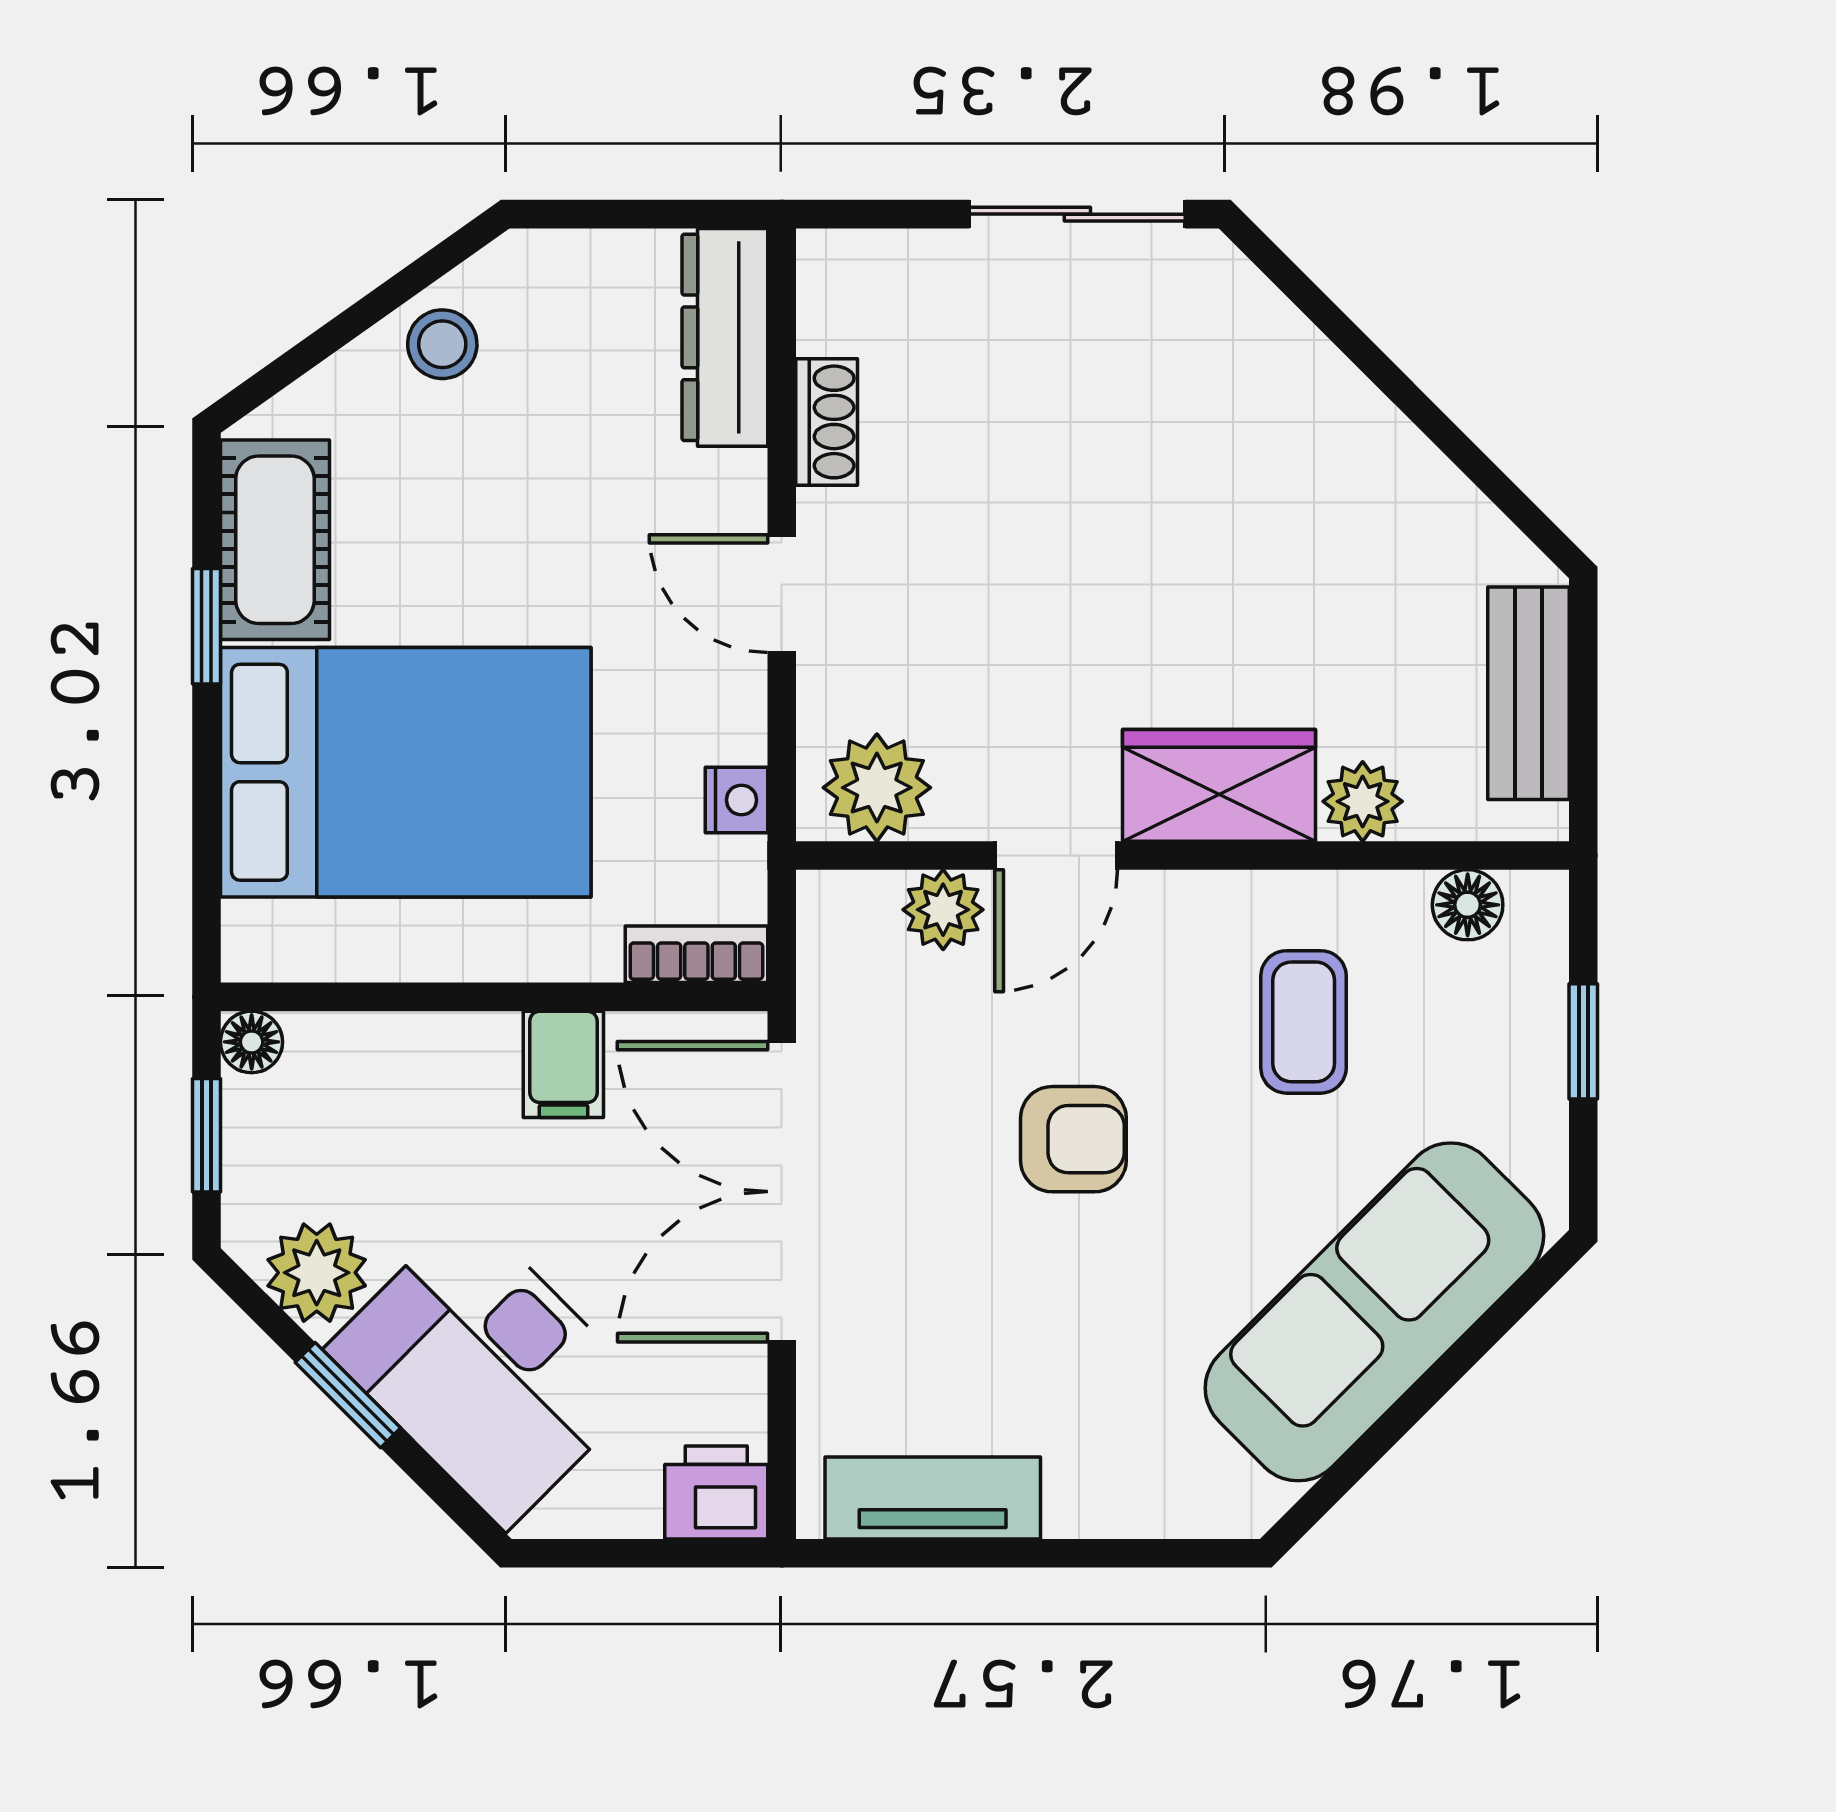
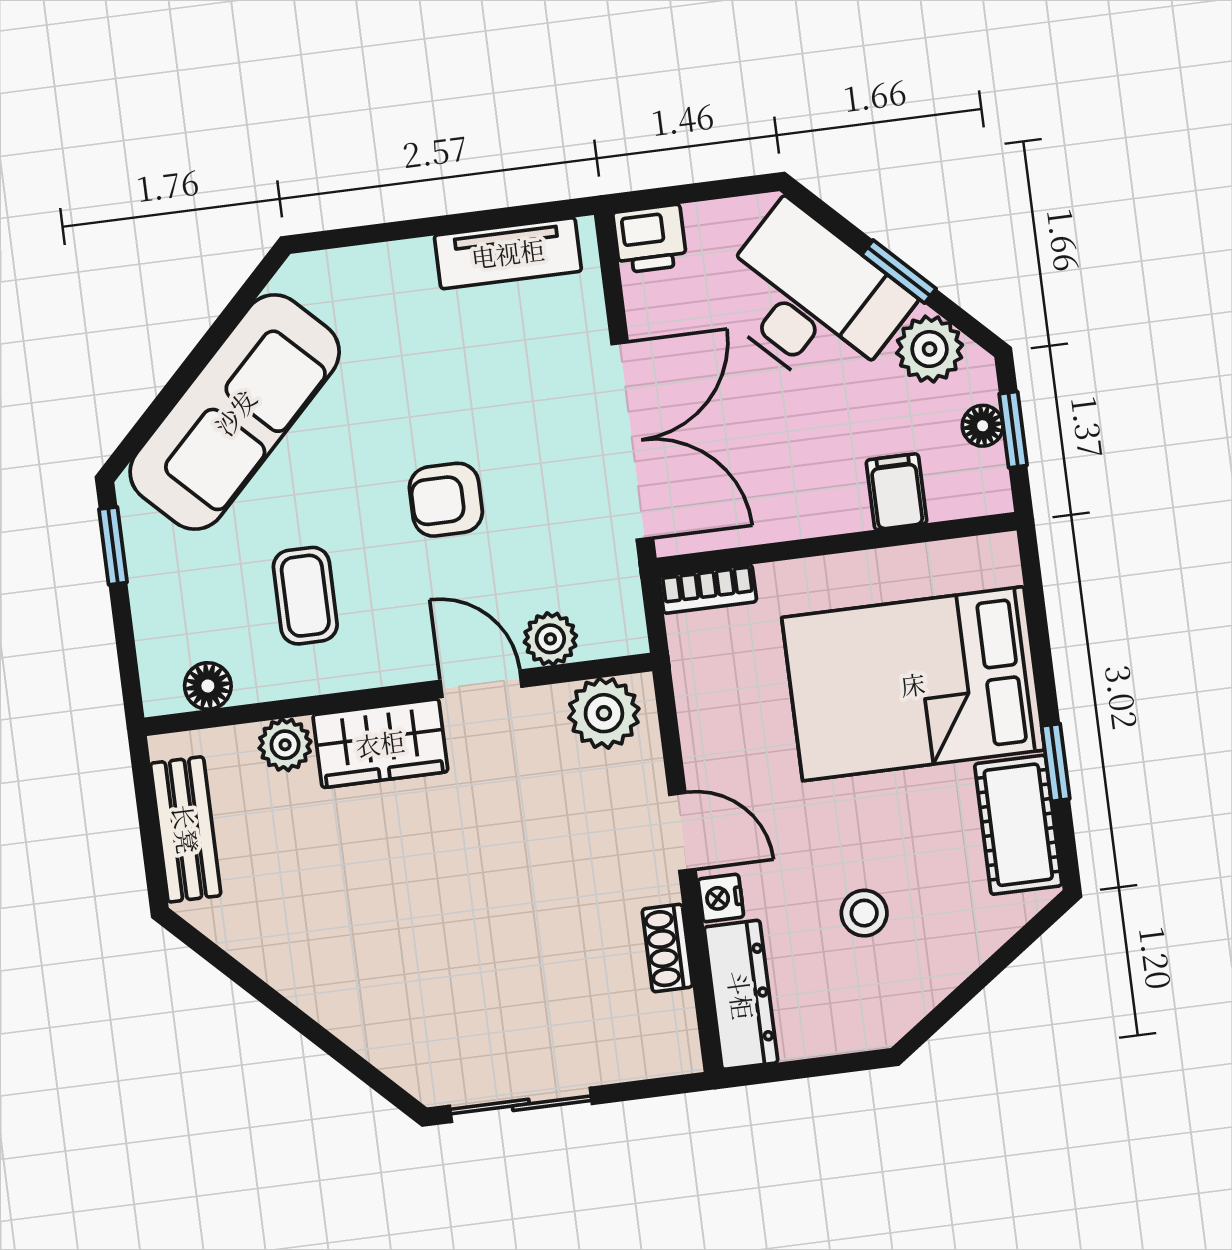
stool: (442, 344) -> (864, 913), moved
nightstand: (737, 800) -> (721, 898), moved
door: (1056, 855) -> (481, 684), hinge flipped
window: (1583, 1041) -> (113, 546), moved
floor lamp: (252, 1042) -> (983, 426), moved
filing cabinet: (563, 1064) -> (897, 492), moved

